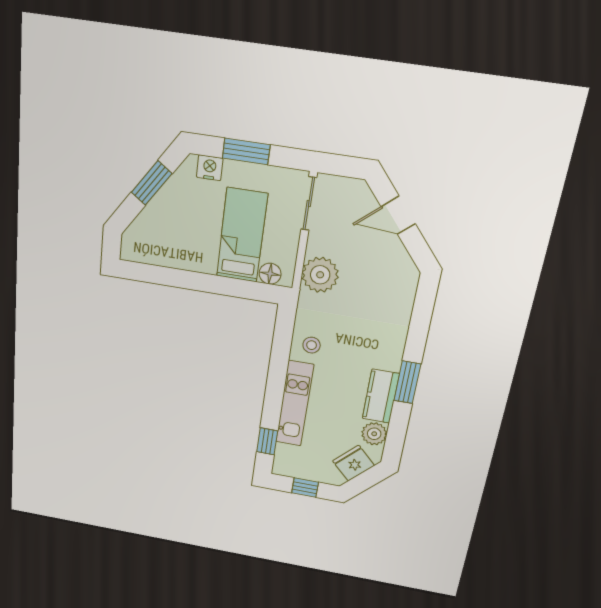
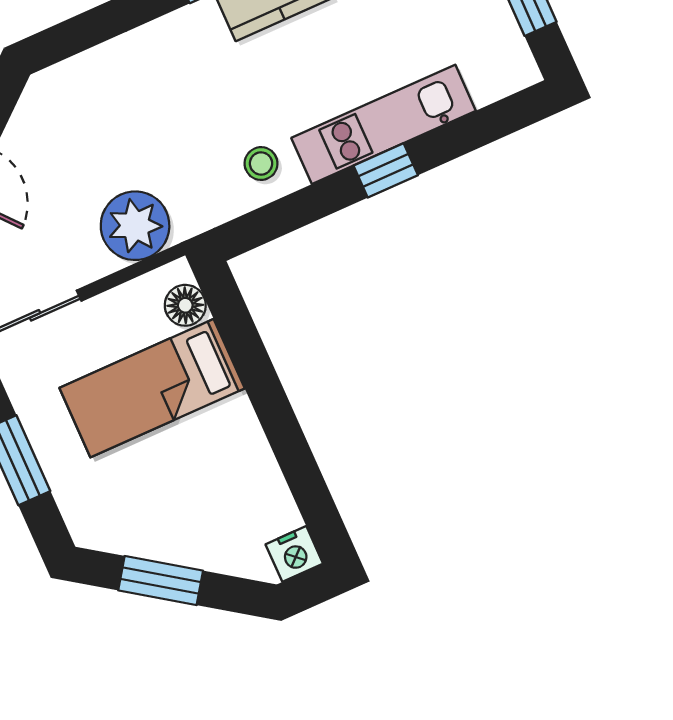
nightstand: (210, 168) -> (294, 554), moved, turned -90
window: (267, 441) -> (386, 170), moved

